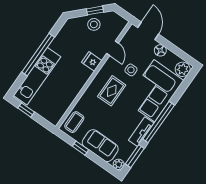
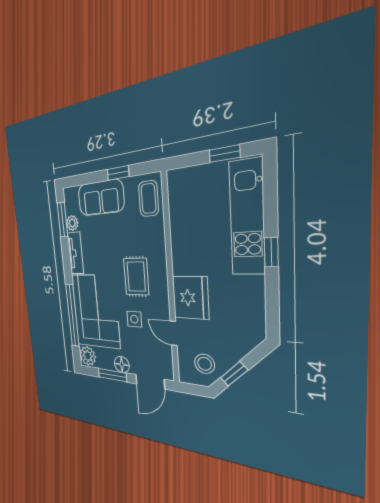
stool: (94, 24) -> (205, 364), moved
door: (148, 31) -> (150, 382), hinge flipped
window: (173, 48) -> (112, 375), added
window: (38, 55) -> (271, 252), width x0.32
fridge: (92, 61) -> (190, 298), width x1.88, depth x1.34
window: (159, 122) -> (72, 315), moved
plant: (119, 164) -> (72, 223), moved

